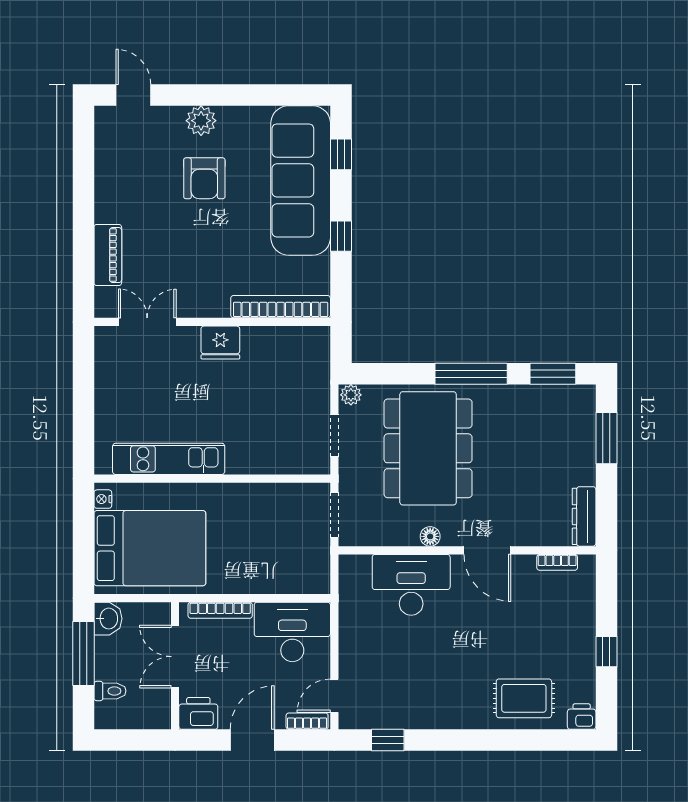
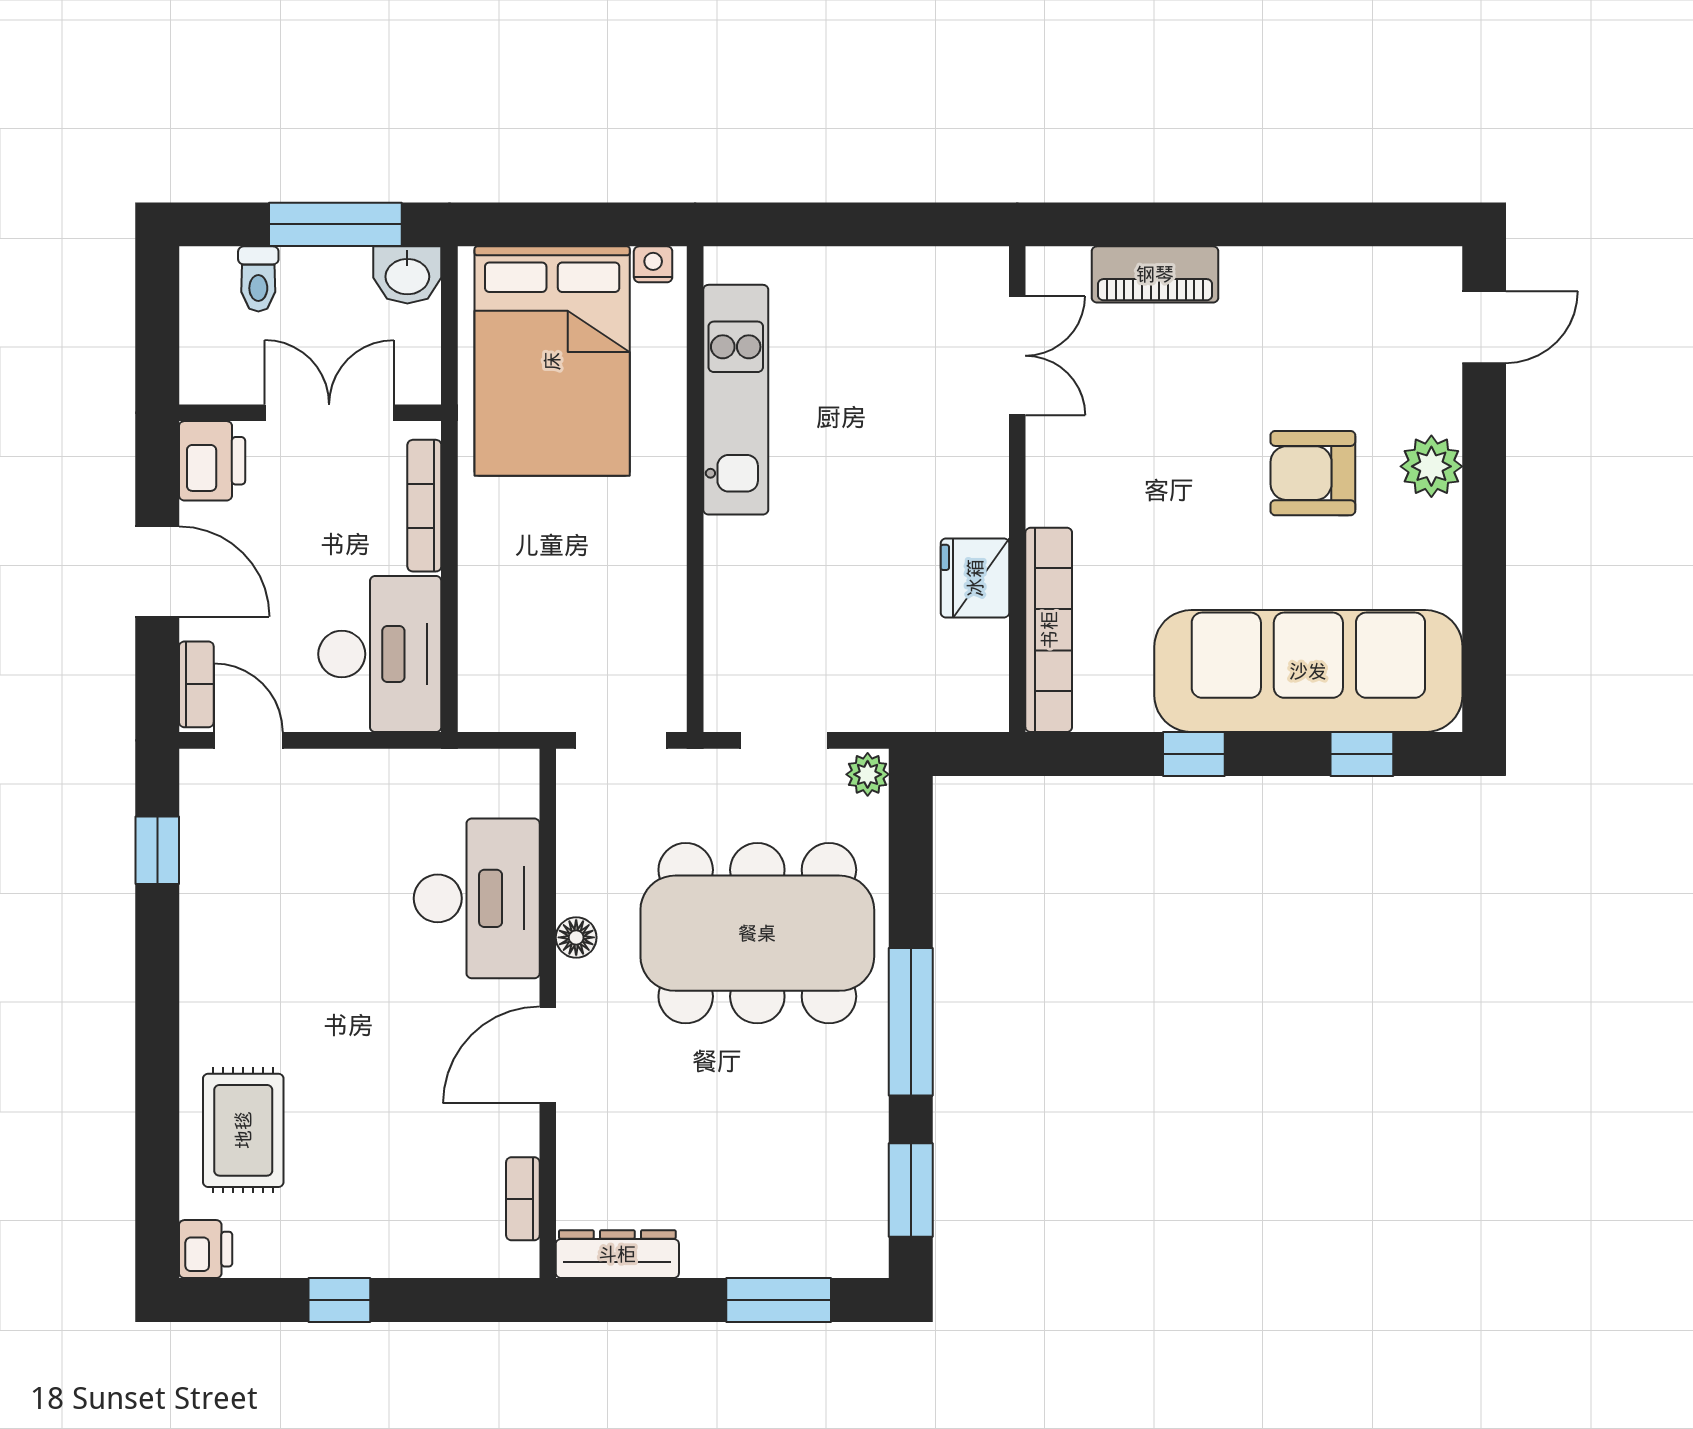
fridge: (220, 343) -> (975, 578), moved

